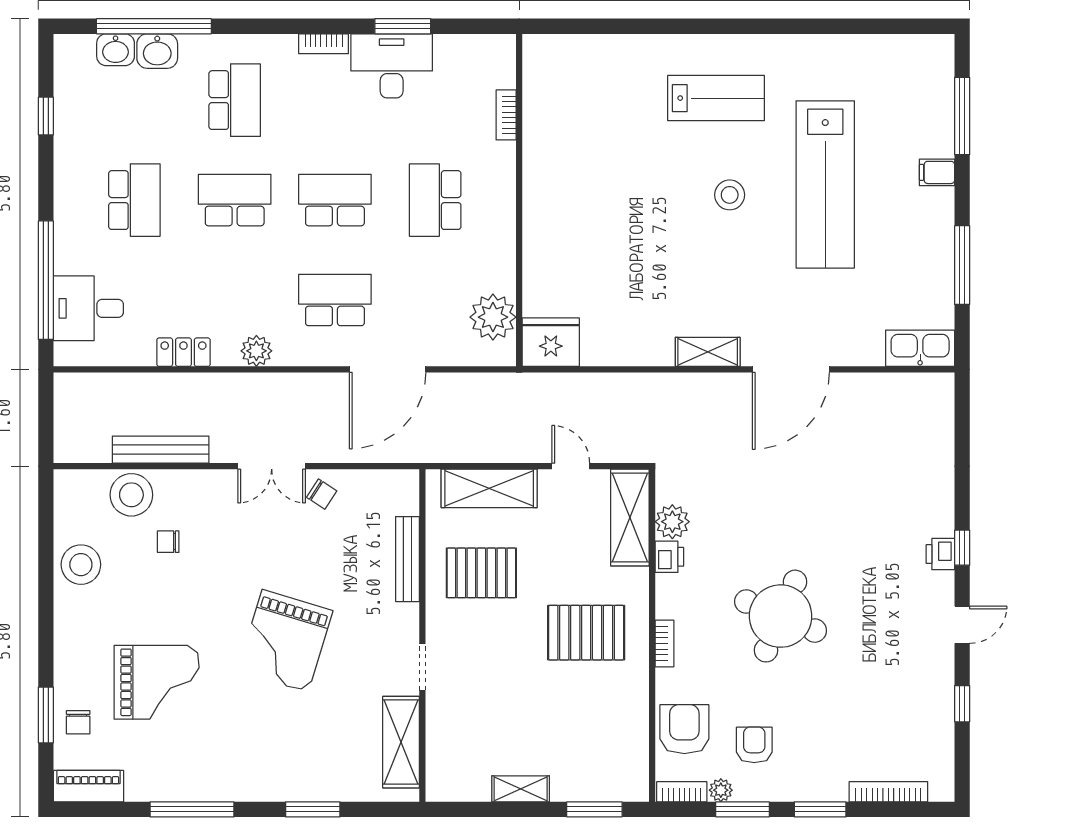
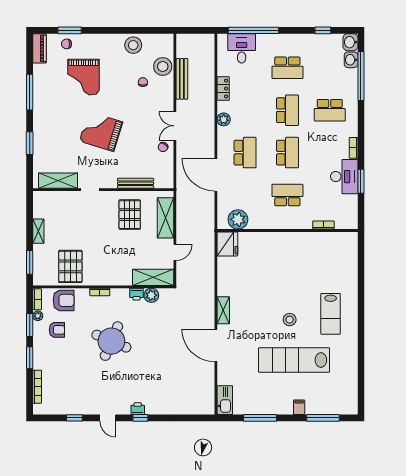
washbasin: (157, 51) -> (350, 42), moved
pallet: (586, 633) -> (70, 266), moved

